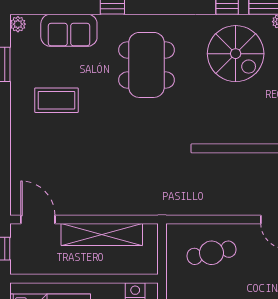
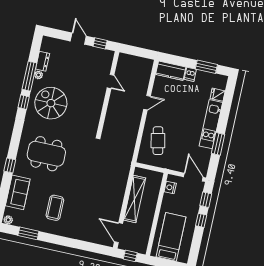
spiral stairs: (236, 54) -> (51, 103), turned -90
door: (38, 219) -> (118, 233), hinge flipped

